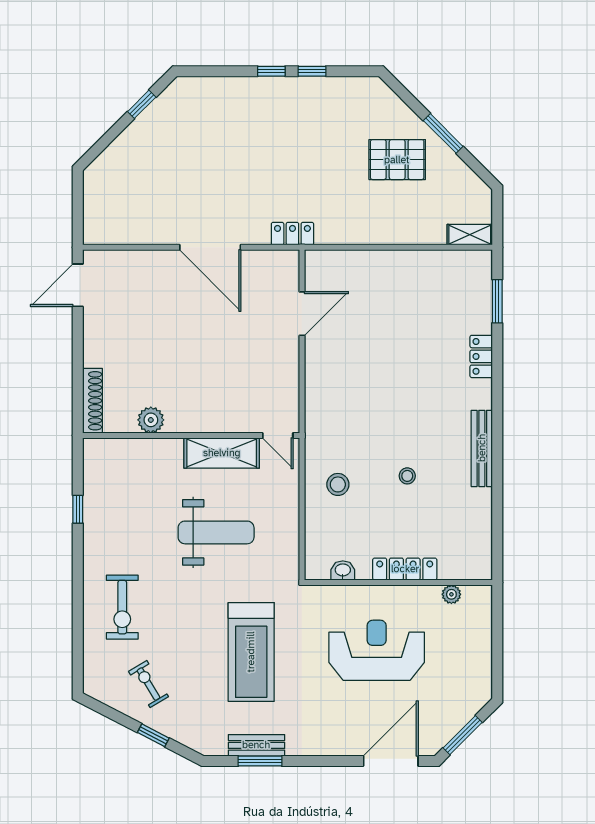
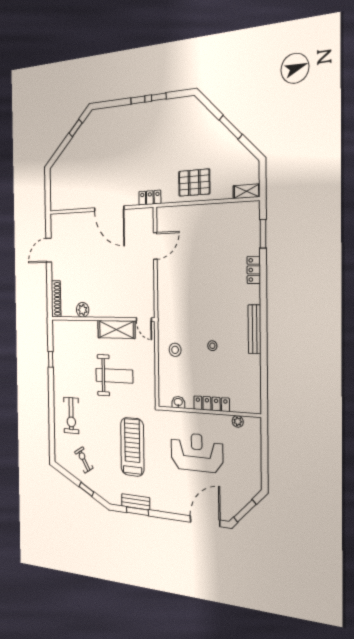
pallet: (397, 160) -> (194, 183), moved
door: (78, 285) -> (49, 250), moved
treadmill: (251, 652) -> (132, 447), turned 180

